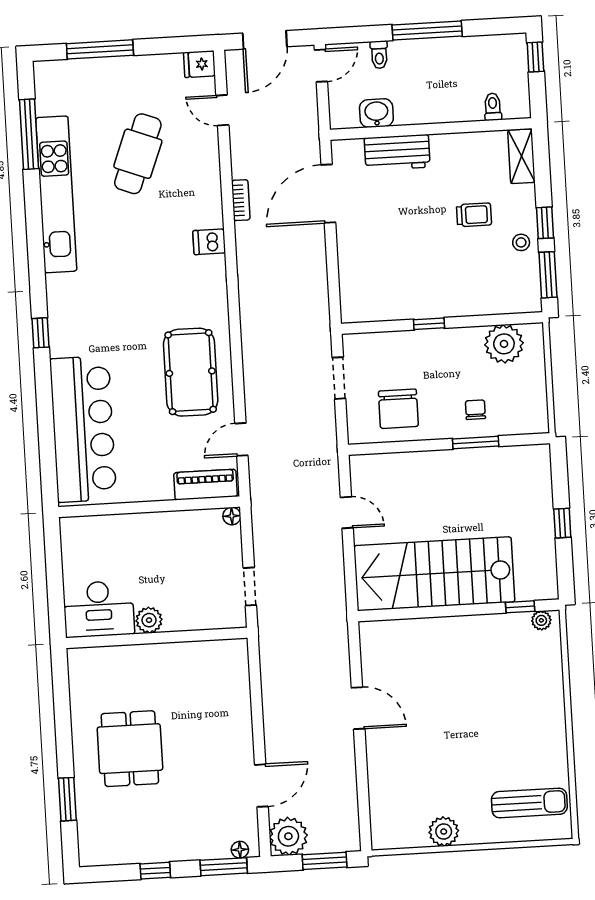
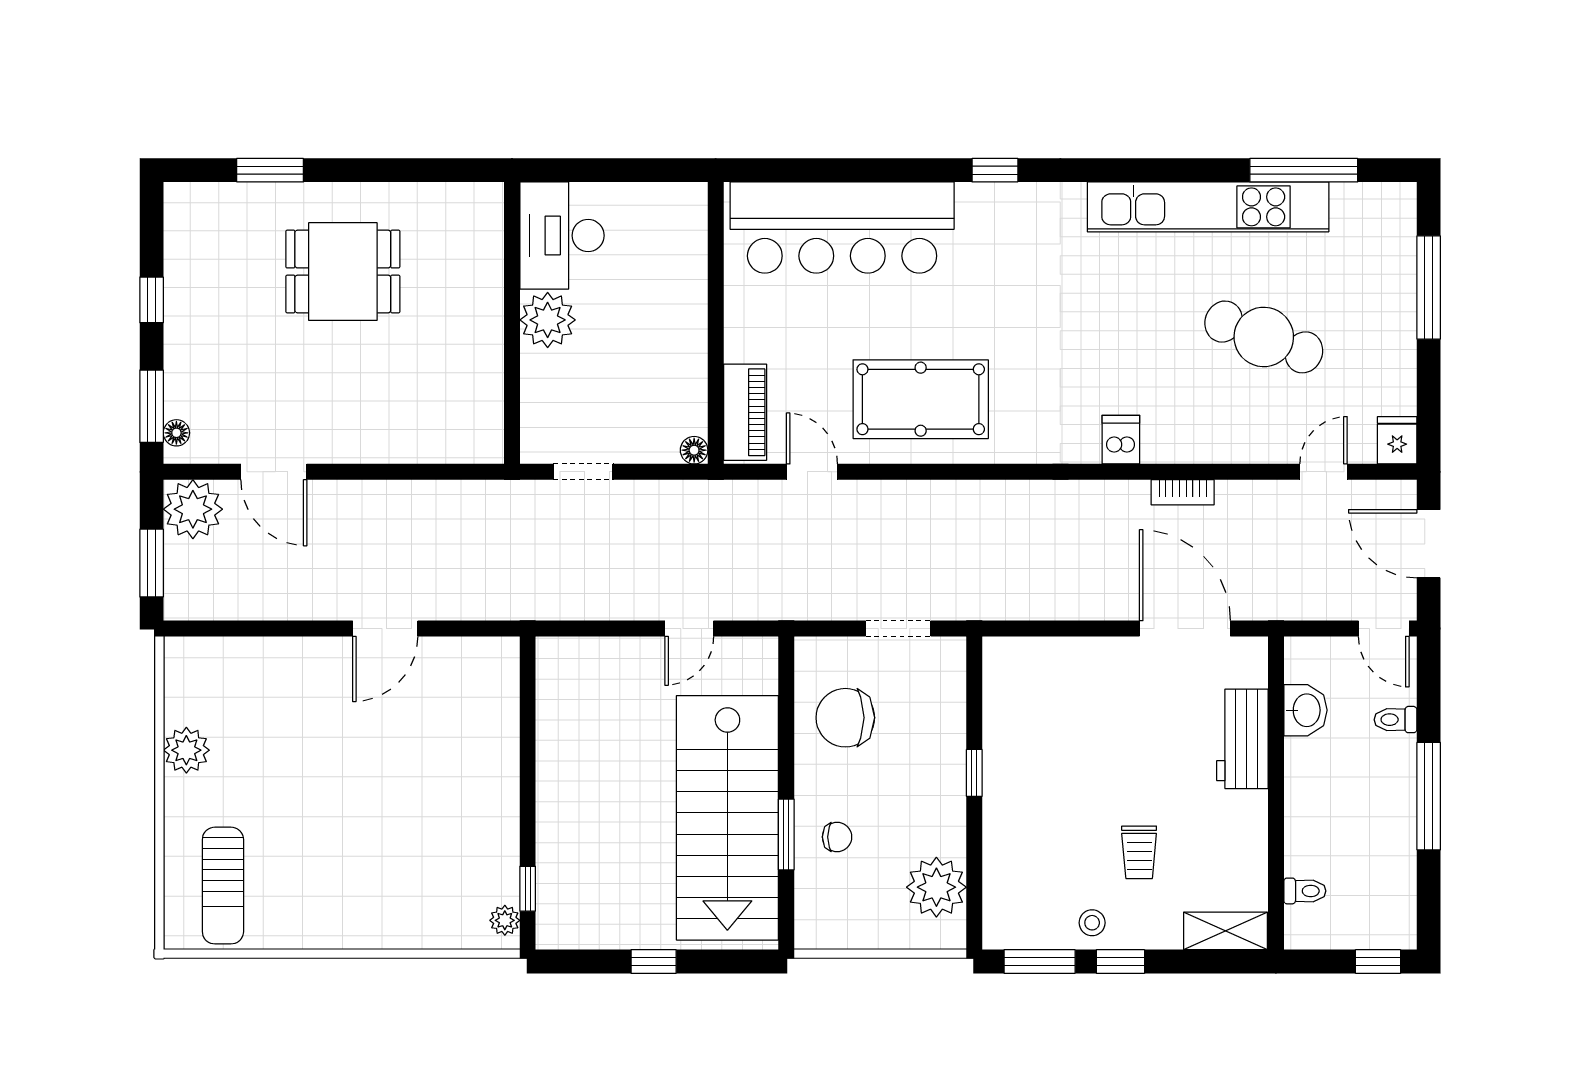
stairs: (434, 574) -> (727, 818), moved, turned 180
plant: (149, 620) -> (548, 320), width x1.36, depth x1.36

